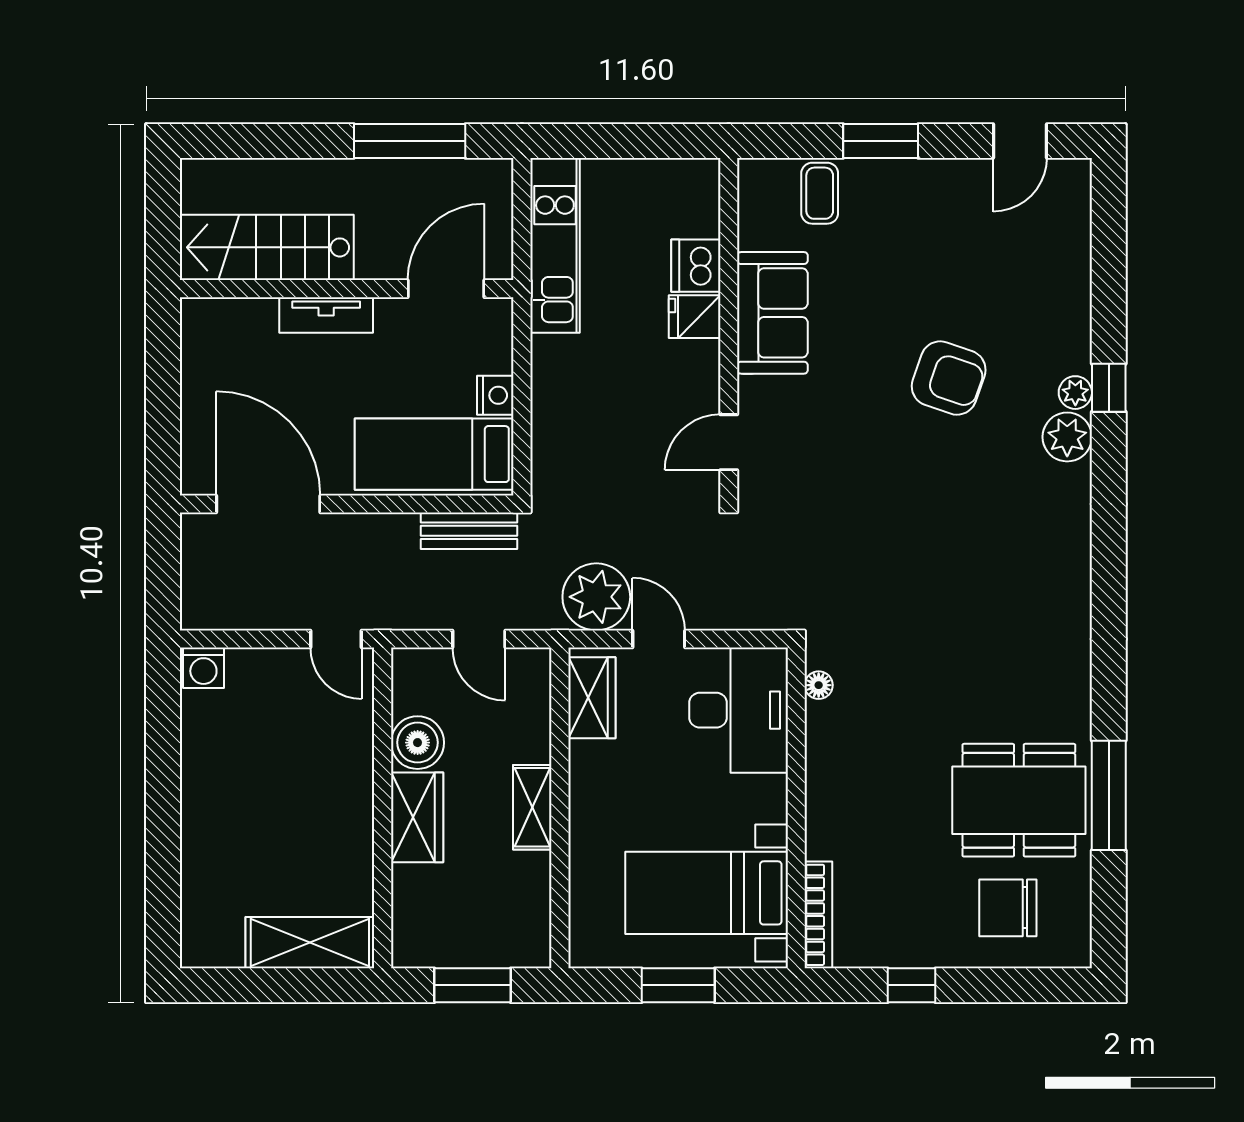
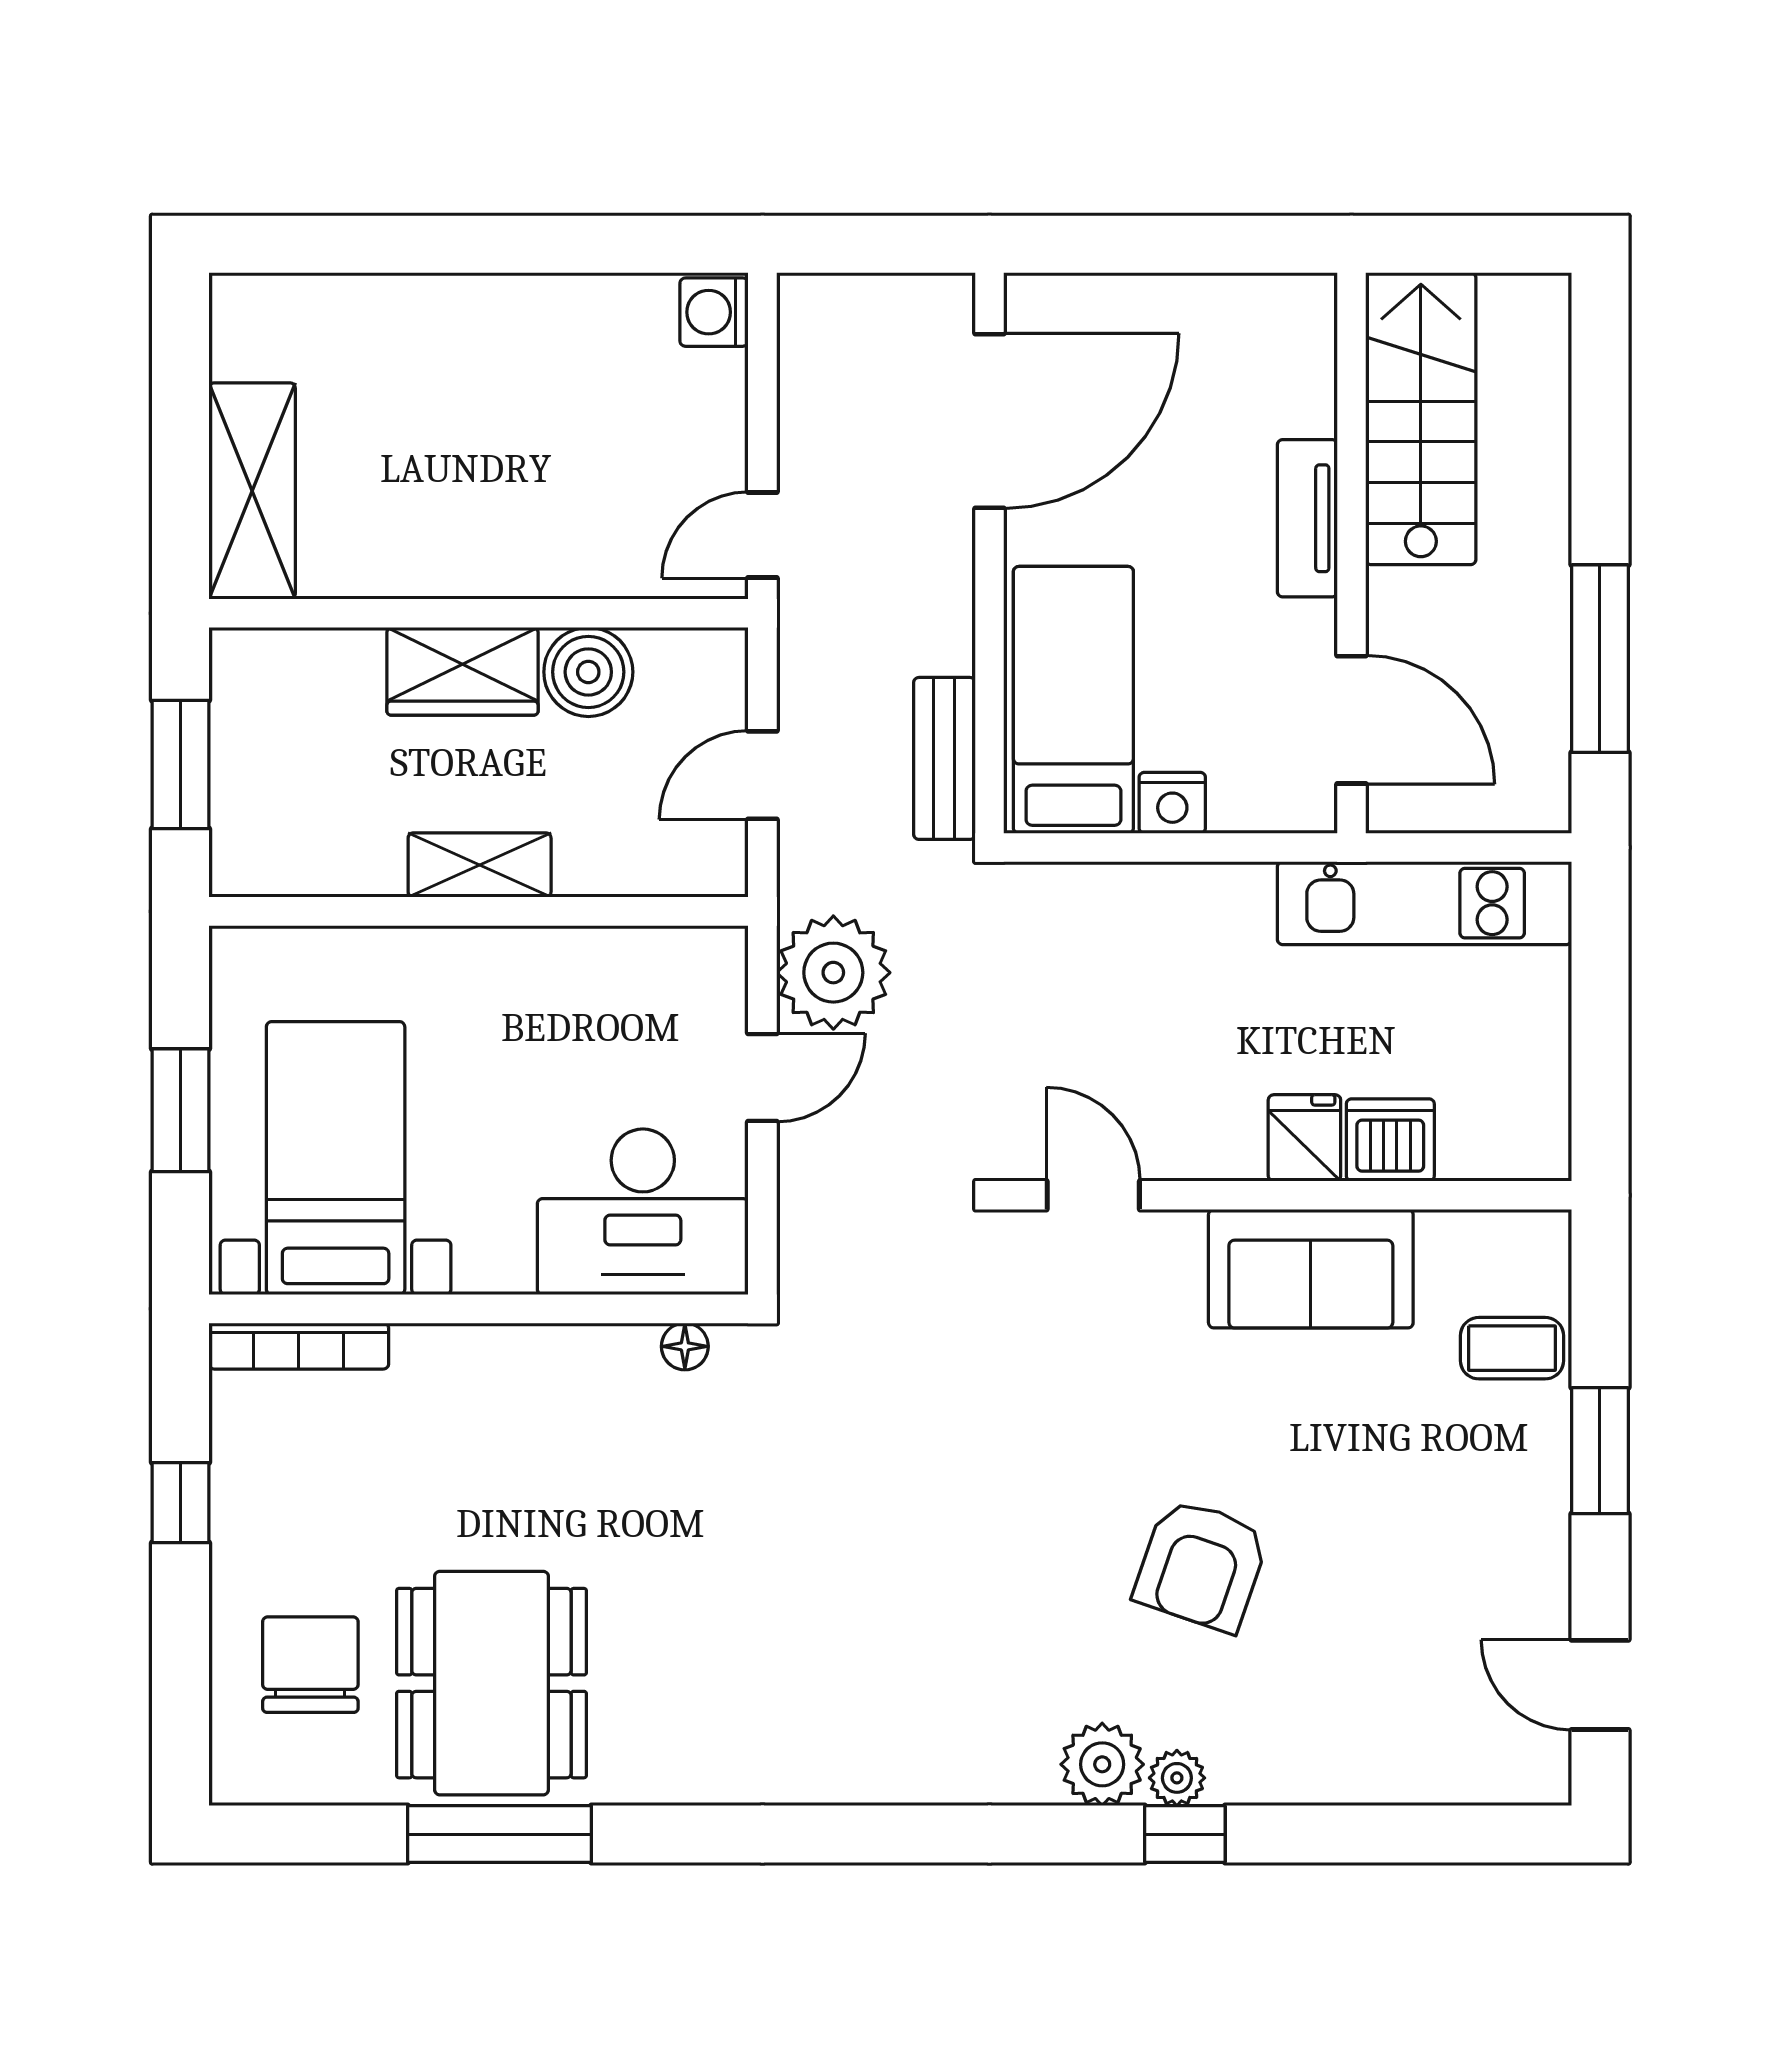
wardrobe: (592, 698) -> (664, 965), removed

